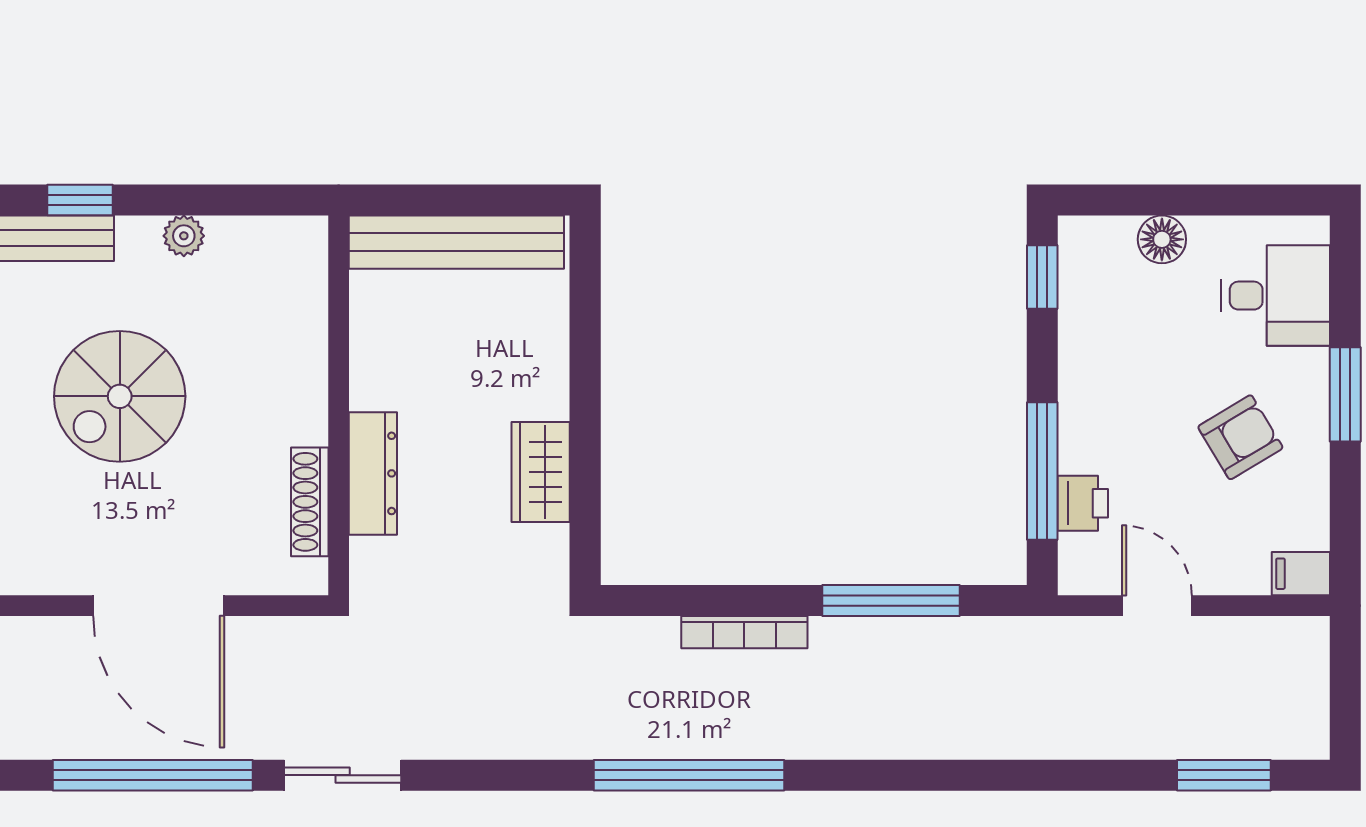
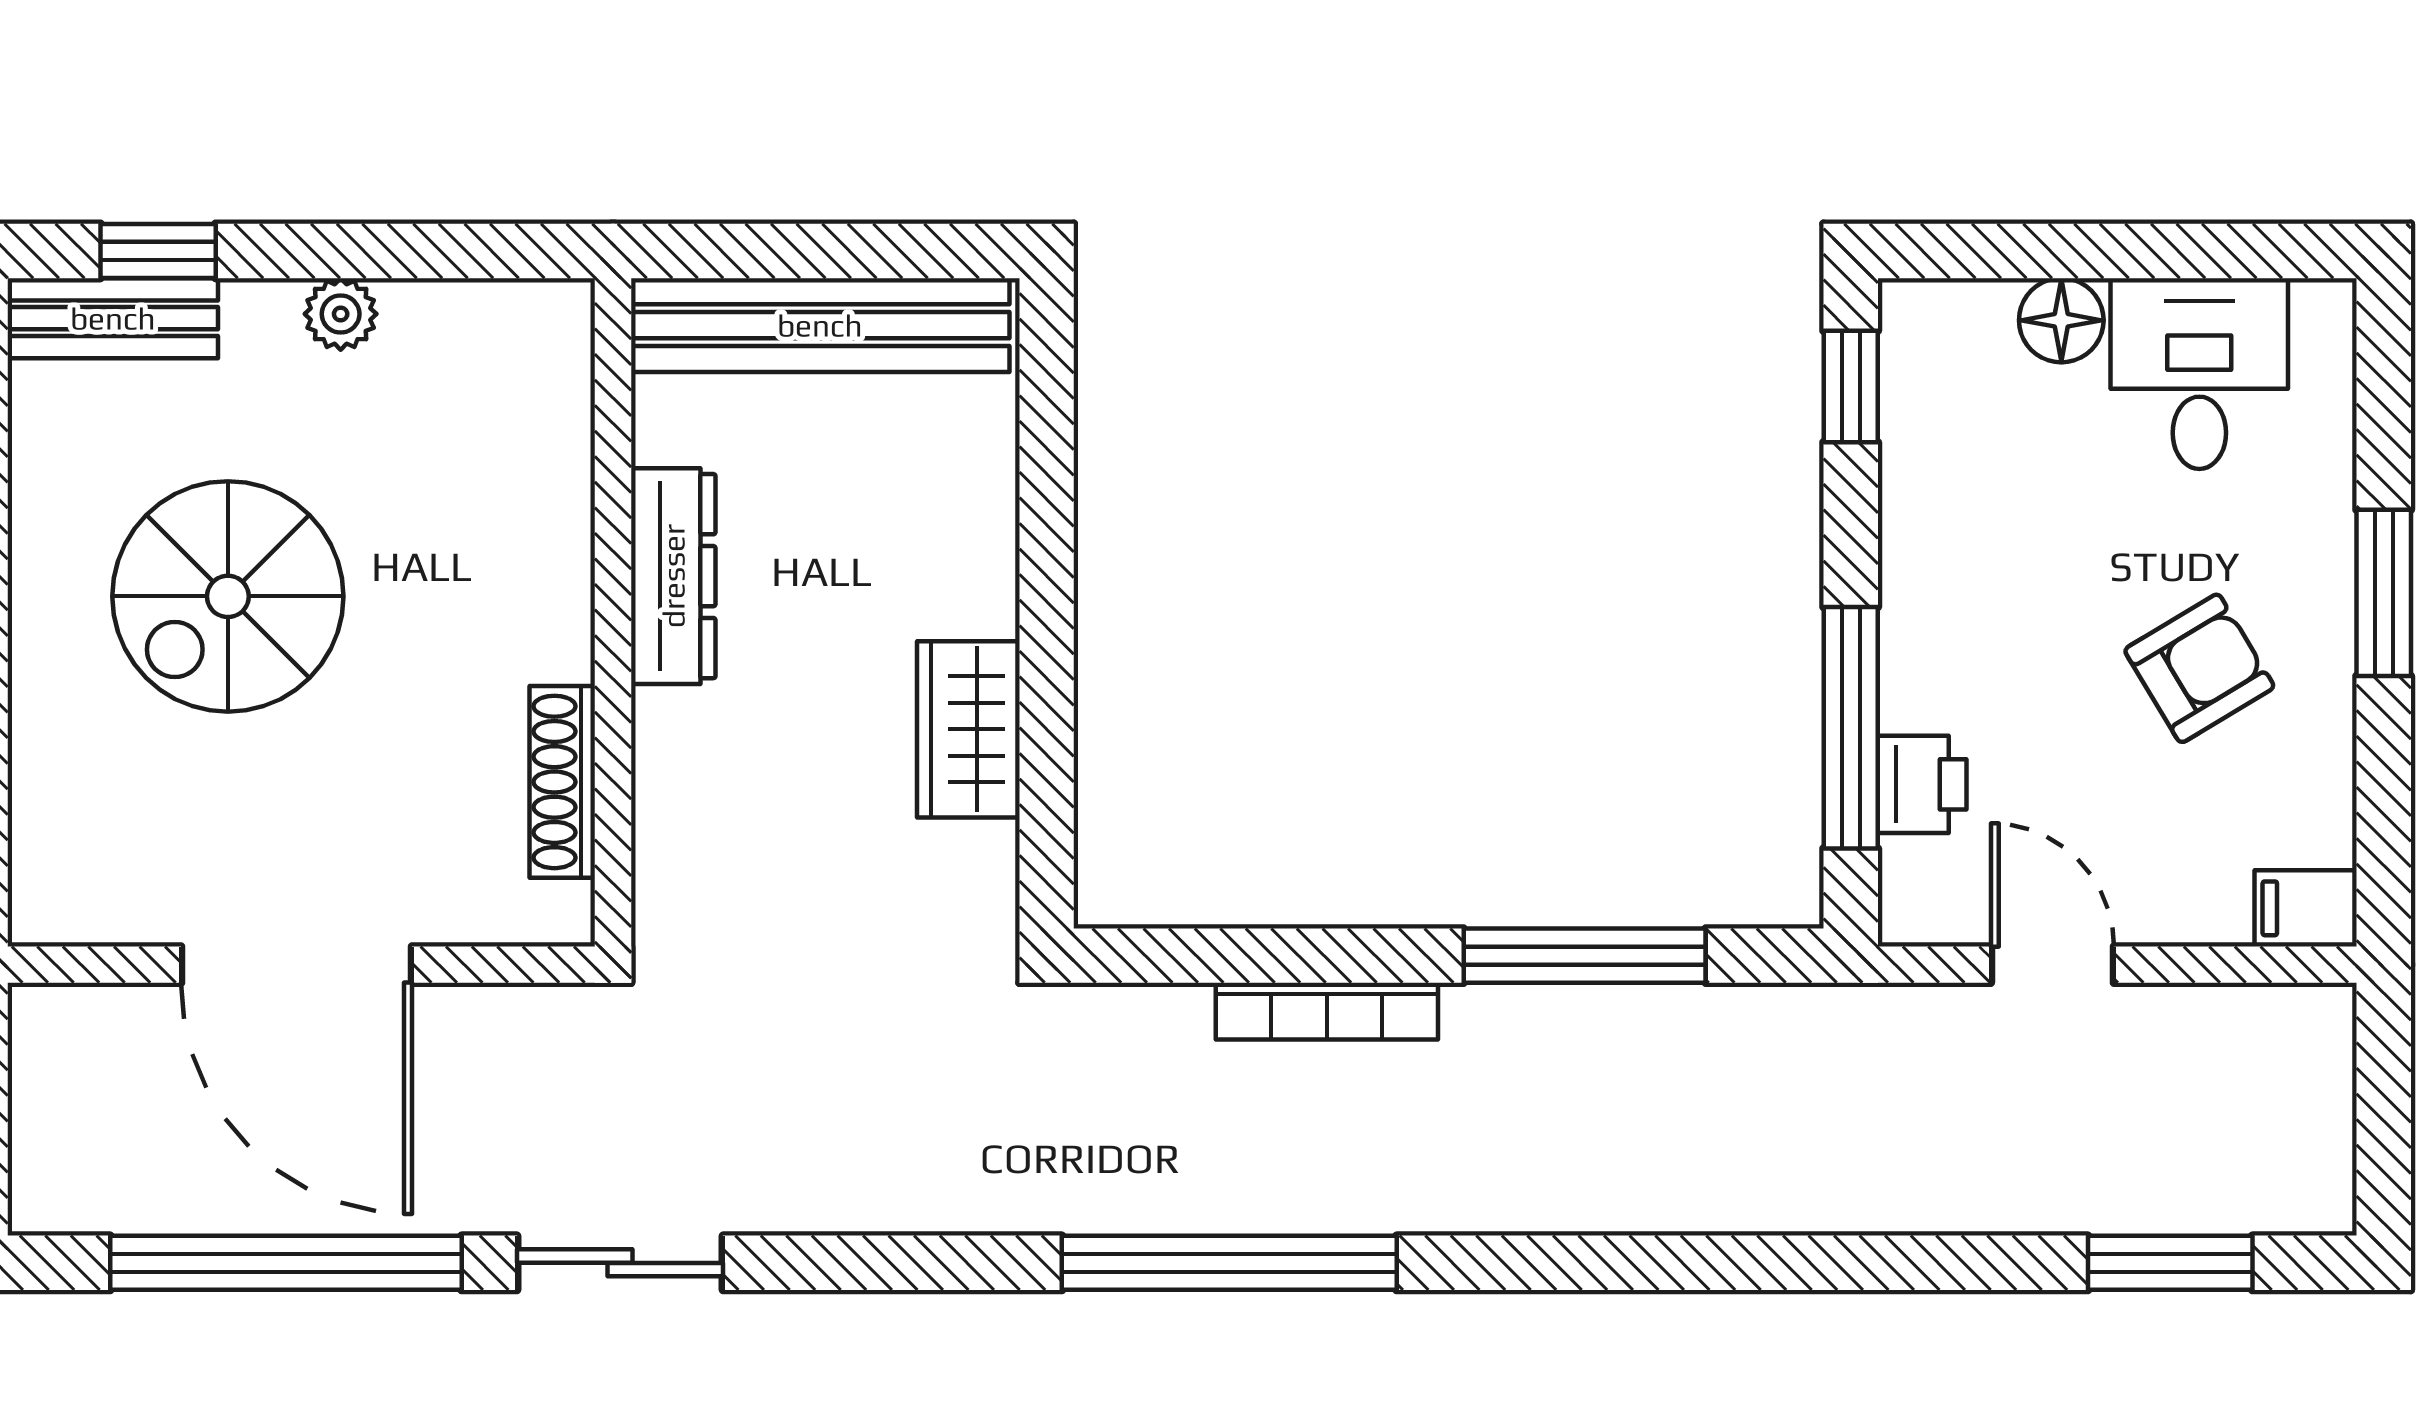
desk: (1275, 296) -> (2199, 374), moved, turned -90
dresser: (373, 473) -> (673, 576), moved

